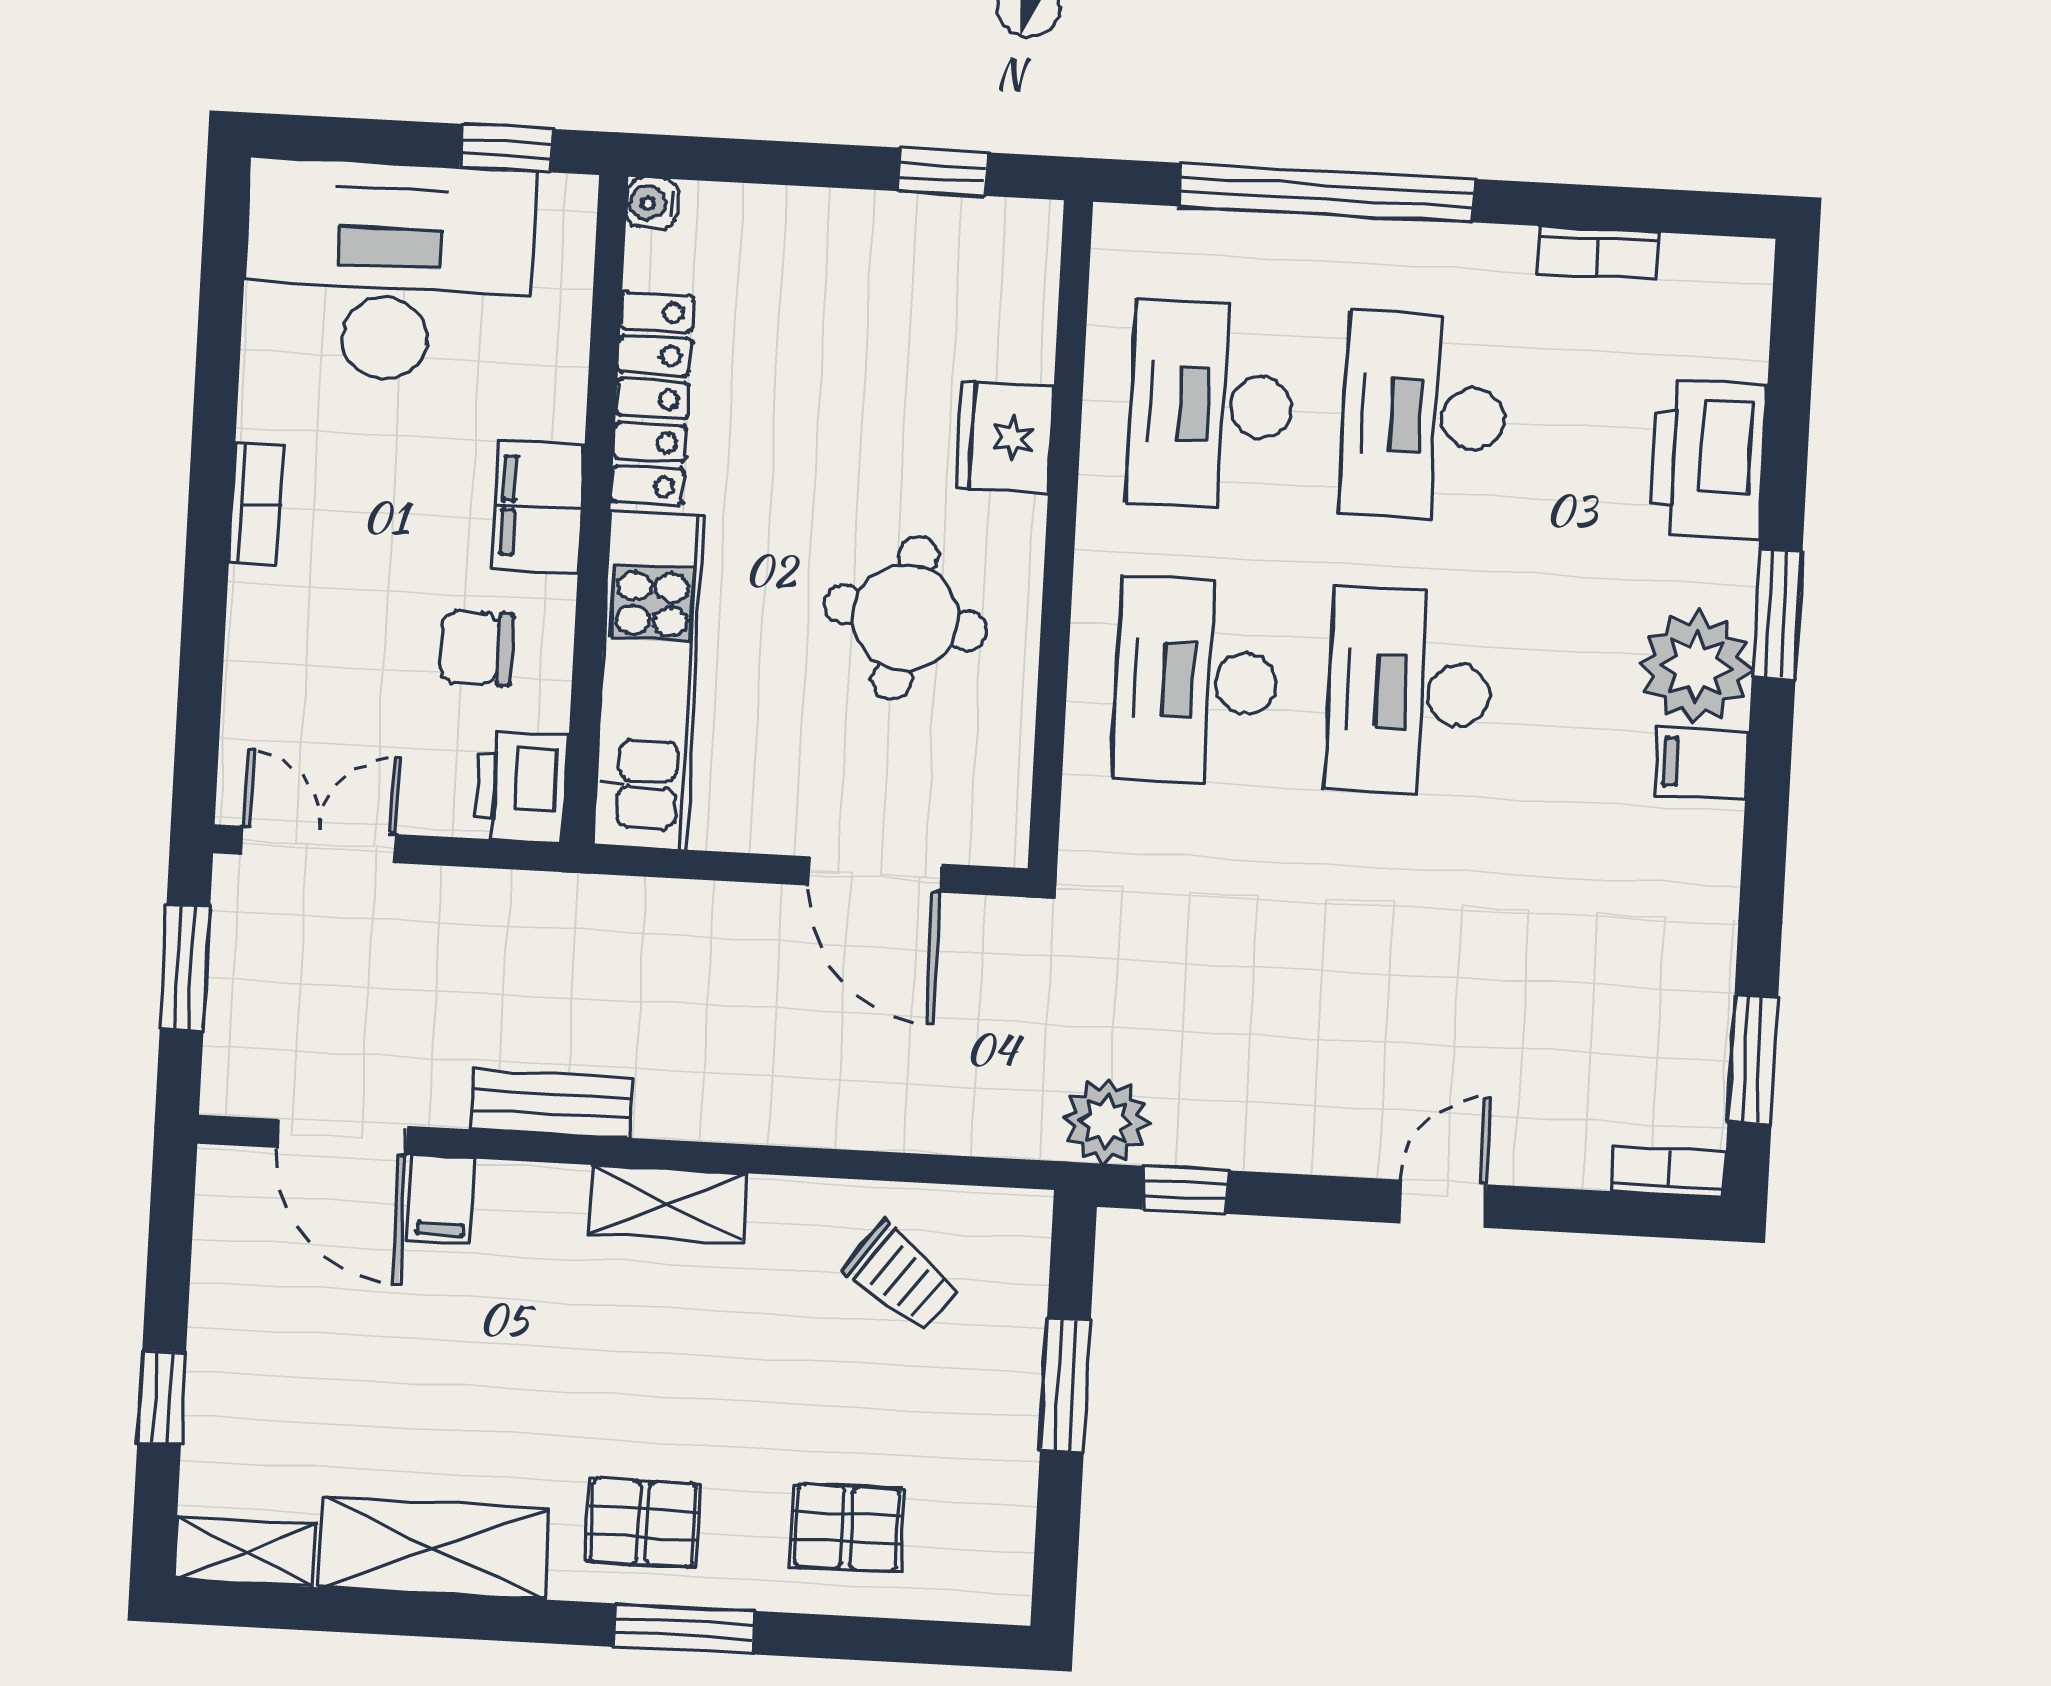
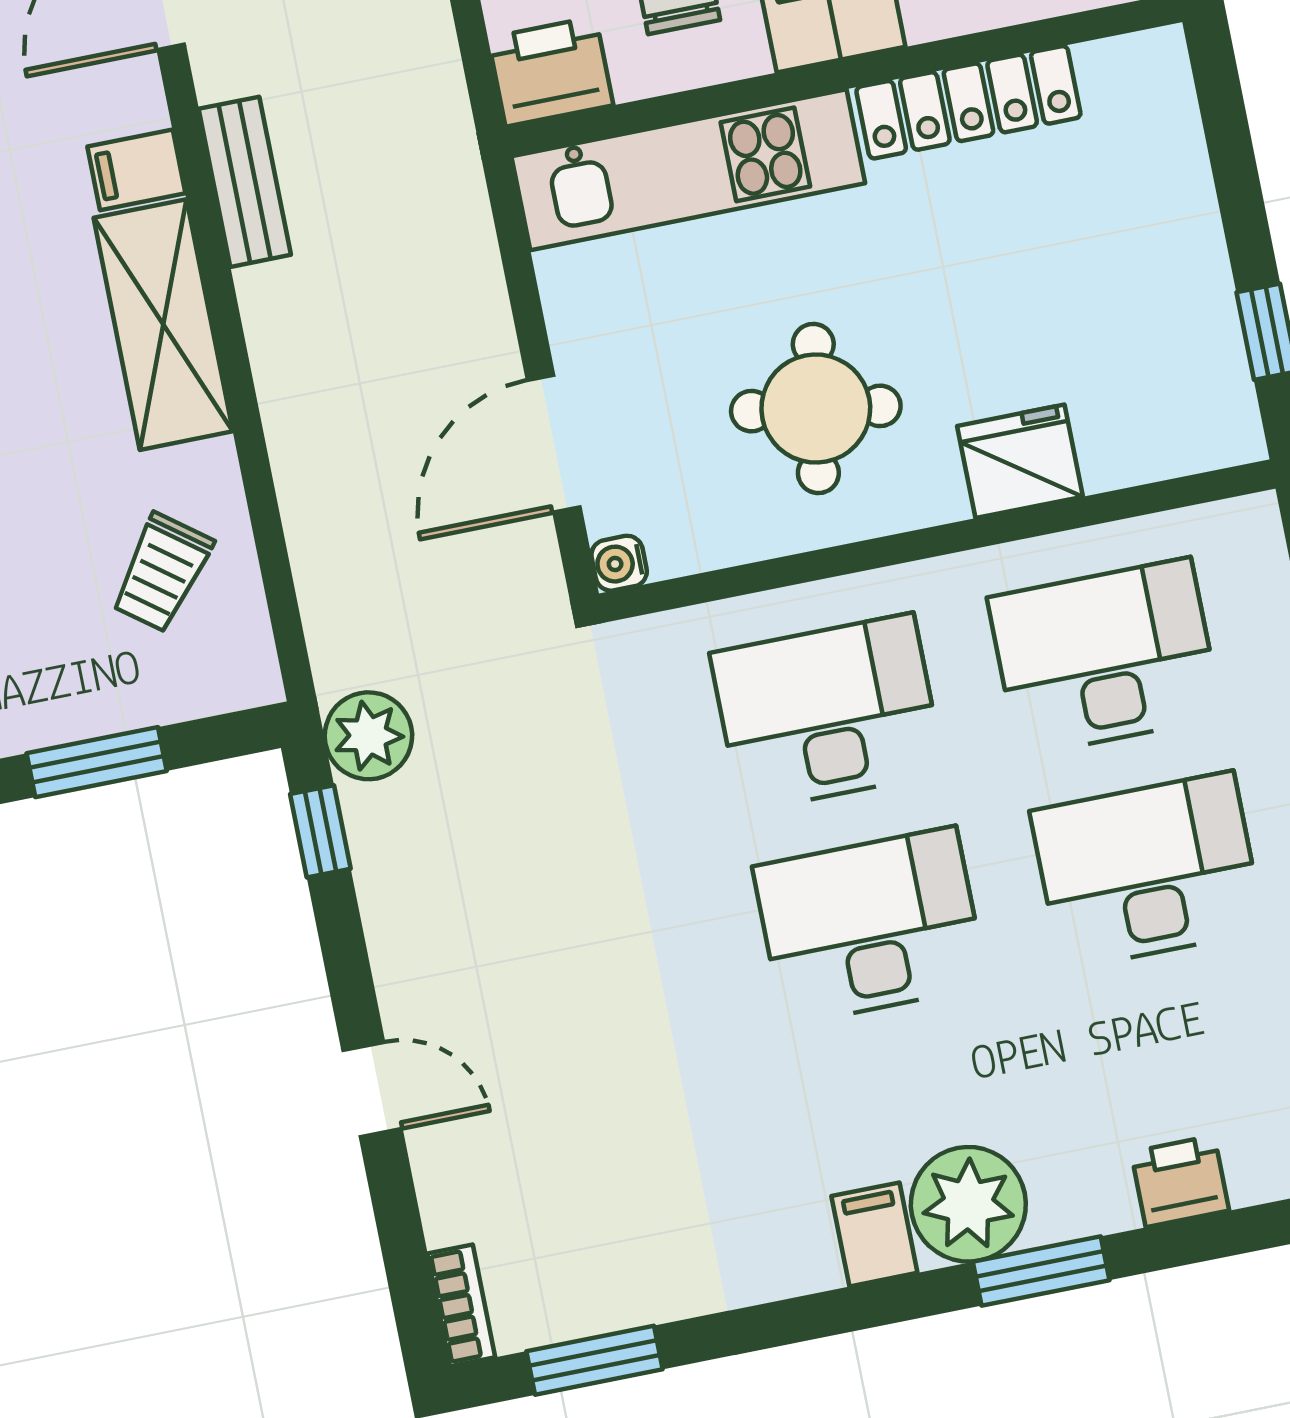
water cooler: (652, 203) -> (619, 563), moved, turned -90
printer: (1708, 460) -> (1180, 1181), width x0.53, depth x0.68
filing cabinet: (442, 1199) -> (136, 170), moved
shelving: (668, 1204) -> (163, 325), width x1.50, depth x1.33

